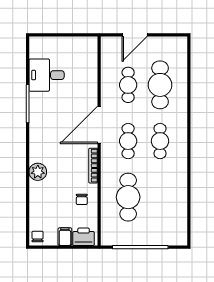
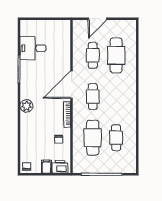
cafe table: (160, 141) -> (116, 138), moved
plant: (38, 172) -> (26, 106), moved

